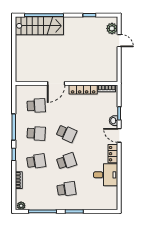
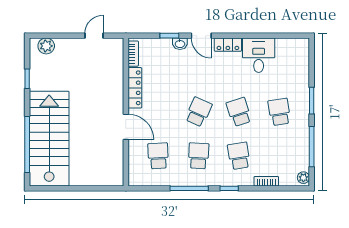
stairs: (39, 26) -> (49, 139), width x1.36, depth x1.51
door: (119, 41) -> (94, 36), moved
door: (119, 135) -> (201, 36), hinge flipped

